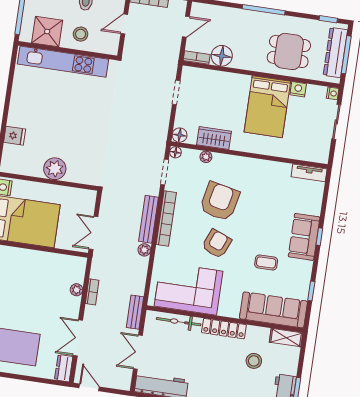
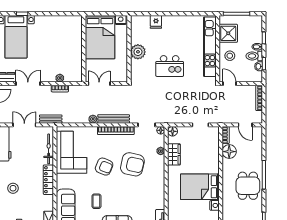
door: (124, 24) -> (229, 84), moved
dining table: (289, 51) -> (248, 186), moved
kitchen island: (83, 125) -> (170, 66), added
stool: (254, 361) -> (13, 188), moved

